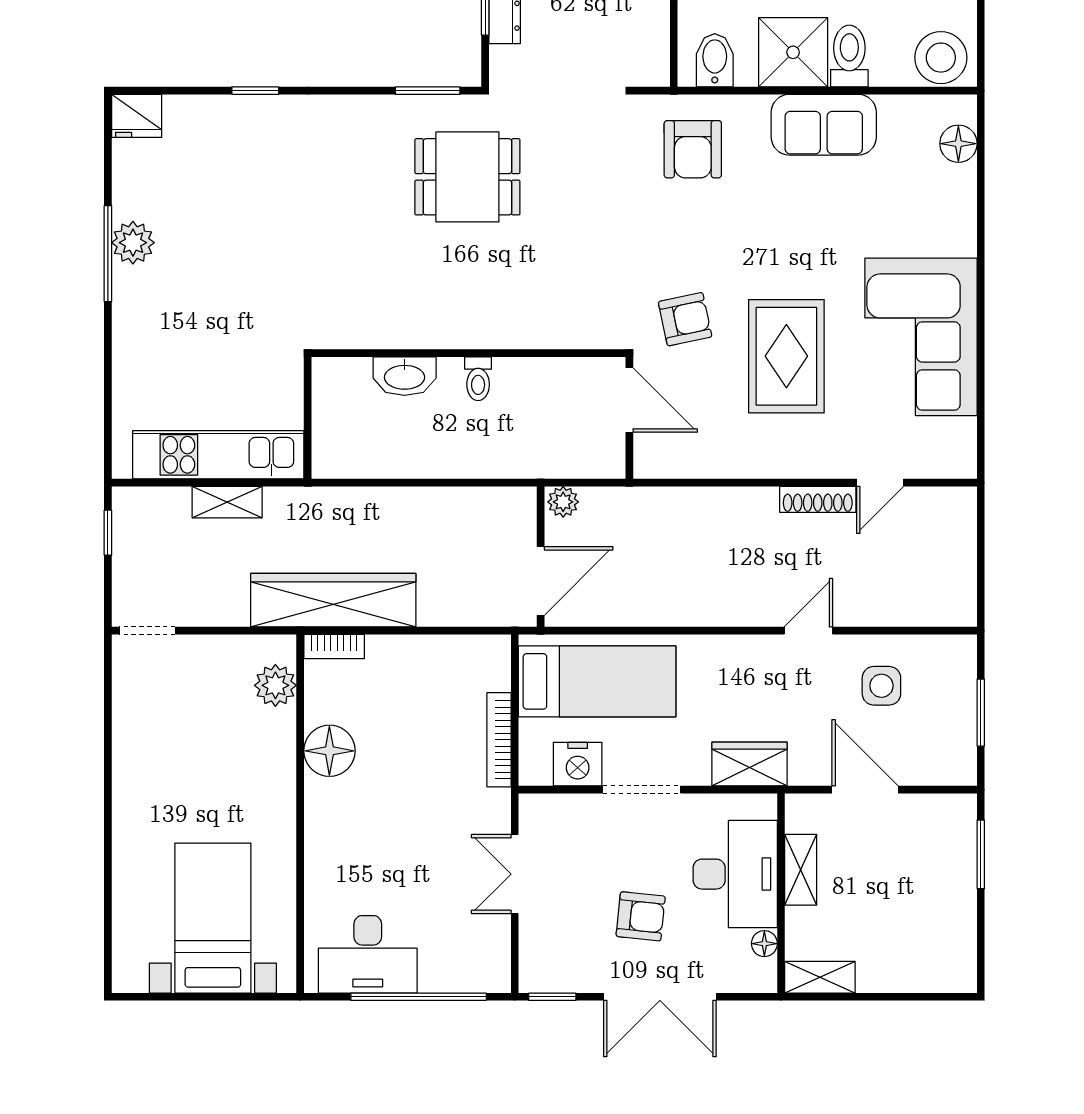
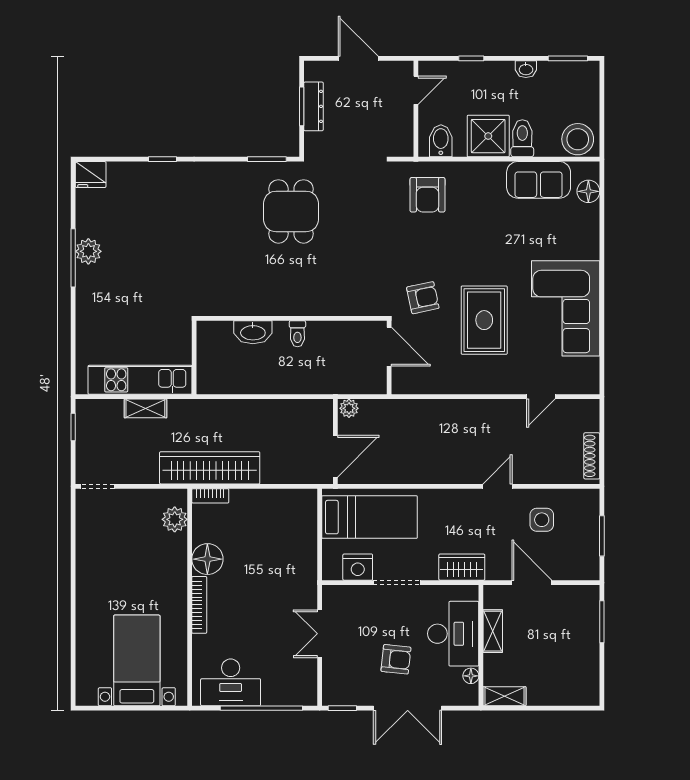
sofa: (824, 125) -> (539, 180), moved
dining table: (467, 177) -> (291, 211), turned 90
shoe rack: (818, 499) -> (592, 456), moved, turned 90
bookcase: (499, 740) -> (199, 605), moved, turned 180

